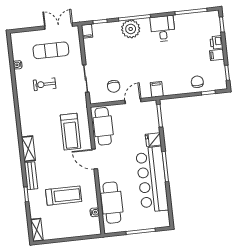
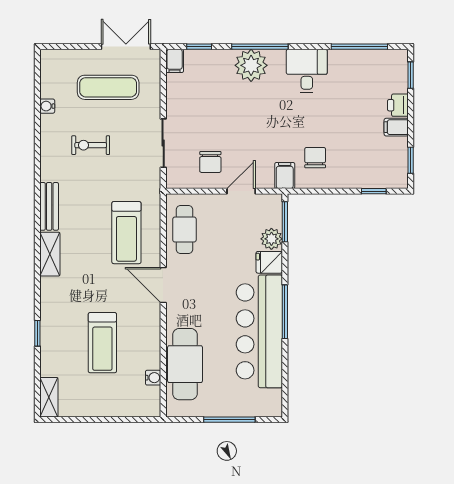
chair: (197, 82) -> (315, 158), moved
cafe table: (103, 126) -> (184, 230), width x0.73, depth x0.74
plant: (153, 126) -> (271, 239), added
bench: (31, 176) -> (49, 206), moved
treadmill: (64, 196) -> (102, 343), turned 90

